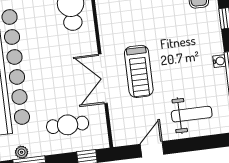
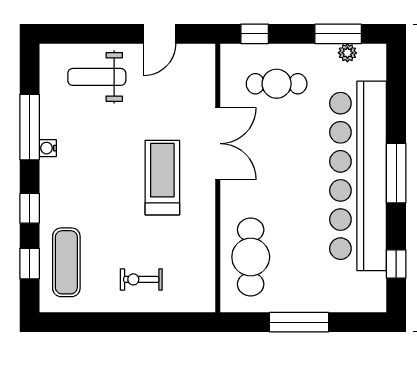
treadmill: (139, 71) -> (162, 178), moved

